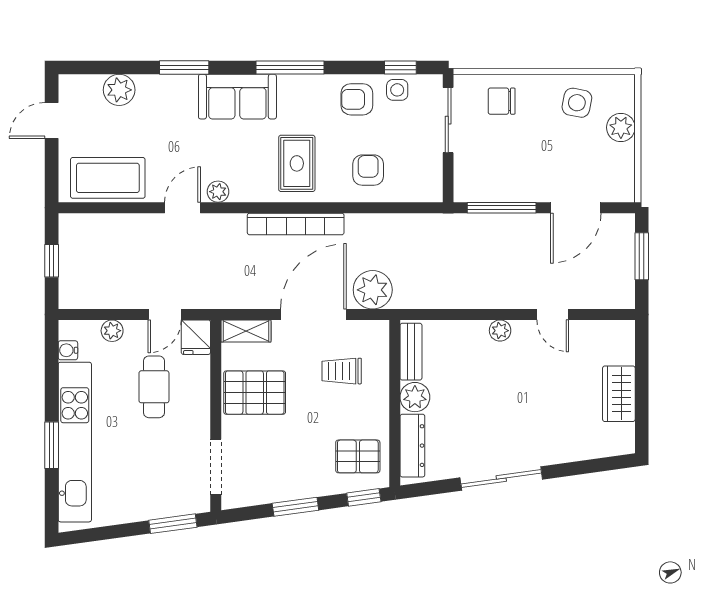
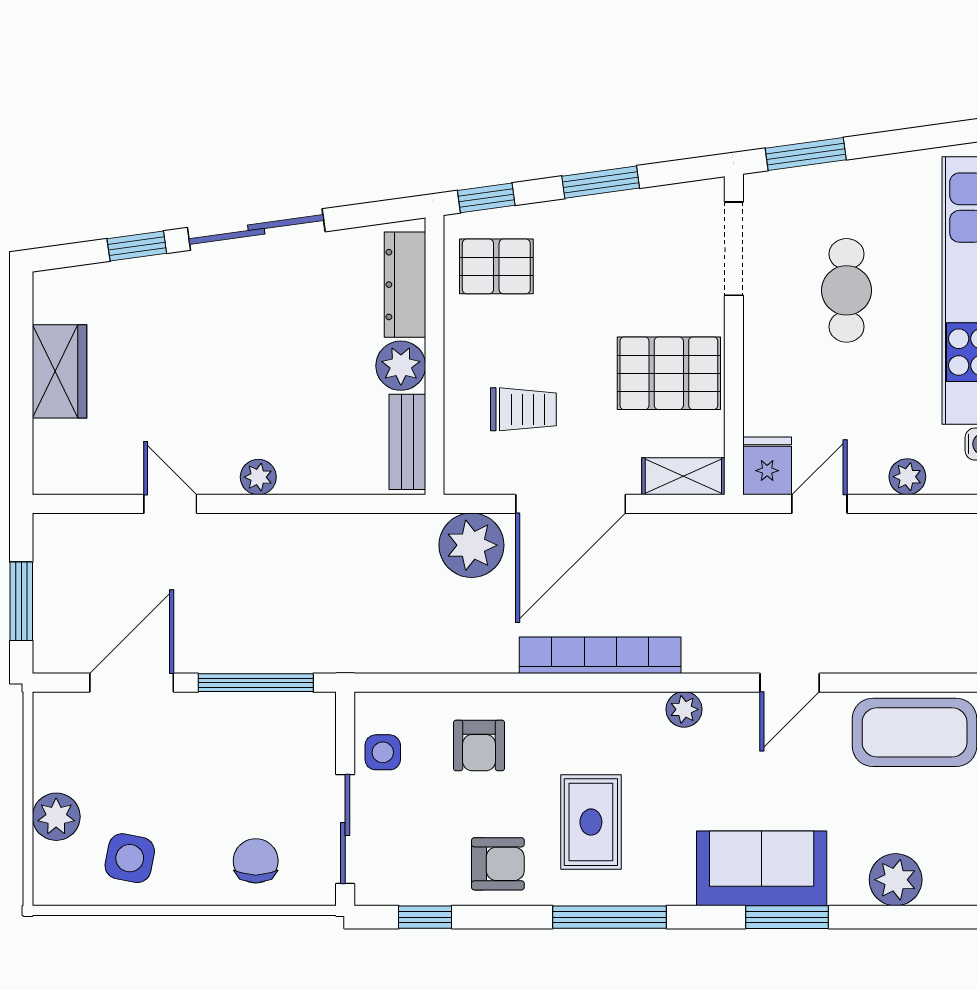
side table: (397, 90) -> (383, 752), moved
sofa: (237, 97) -> (762, 868), moved
chair: (502, 101) -> (256, 861), turned -90
rug: (297, 163) -> (591, 822), moved
plant: (218, 192) -> (684, 709), moved
cafe table: (154, 387) -> (847, 290), moved
window: (573, 469) -> (137, 246), added

